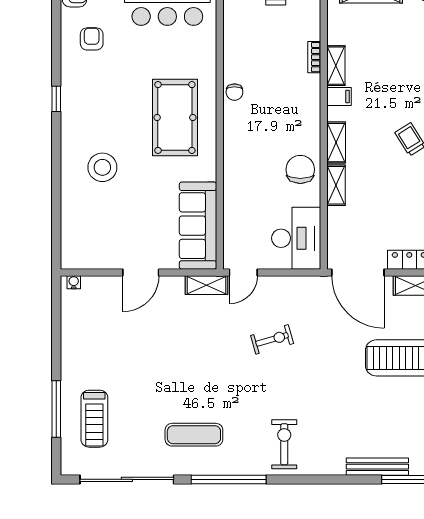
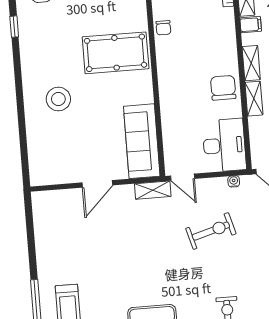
window: (56, 99) -> (14, 27), moved
pool table: (175, 118) -> (116, 53), turned 90
door: (243, 272) -> (183, 177), hinge flipped
water cooler: (74, 282) -> (234, 181), moved
exercise bike: (272, 339) -> (211, 231), width x1.38, depth x1.39

